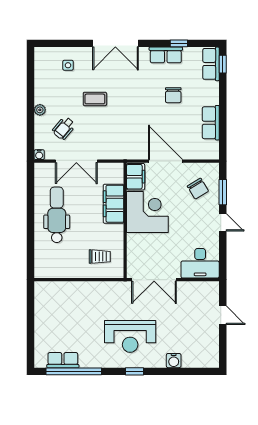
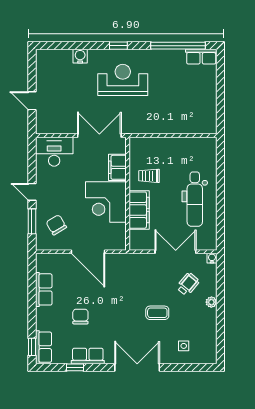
filing cabinet: (136, 177) -> (117, 167), moved
trolley: (100, 257) -> (149, 176), moved
row of seats: (63, 360) -> (201, 57), moved

